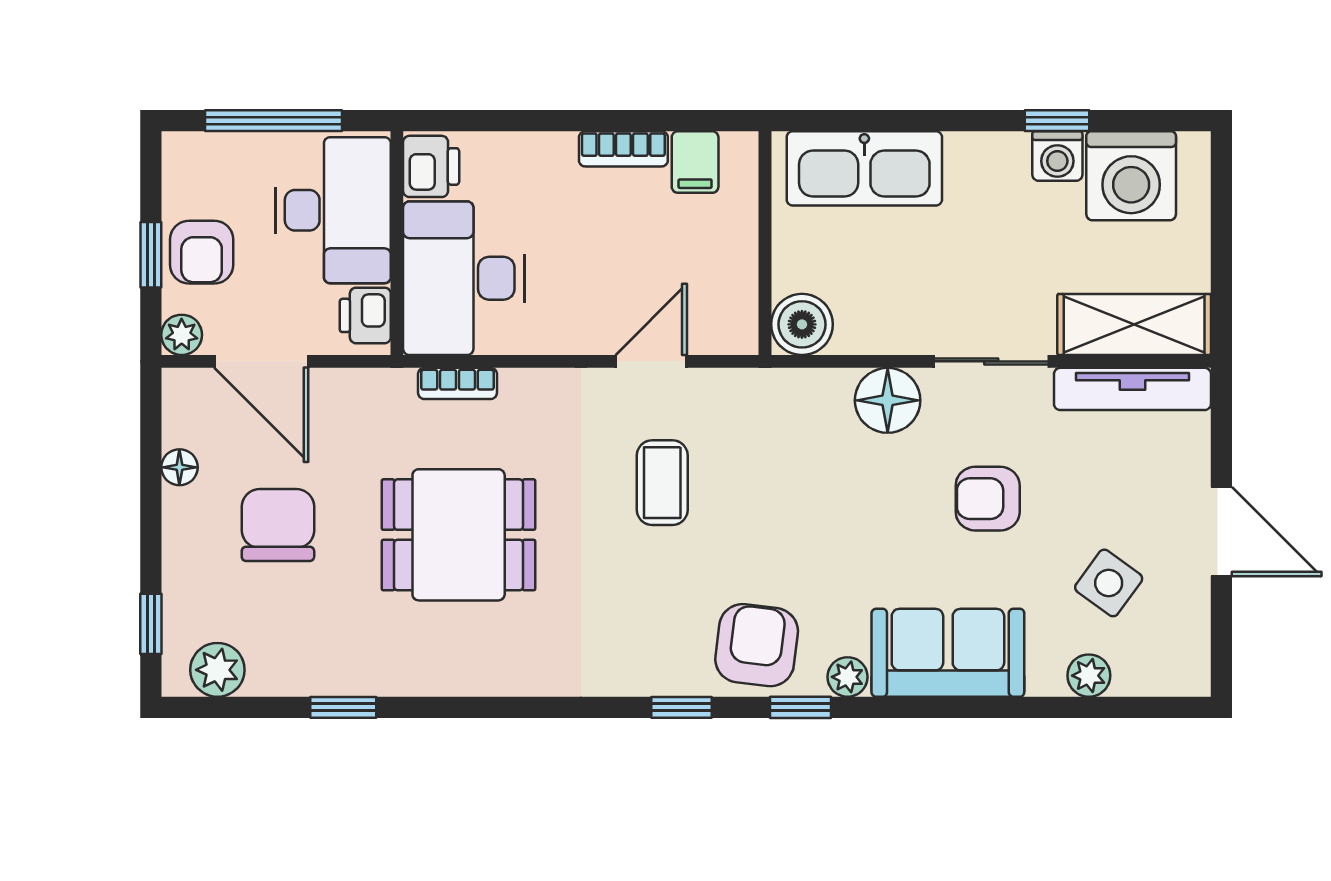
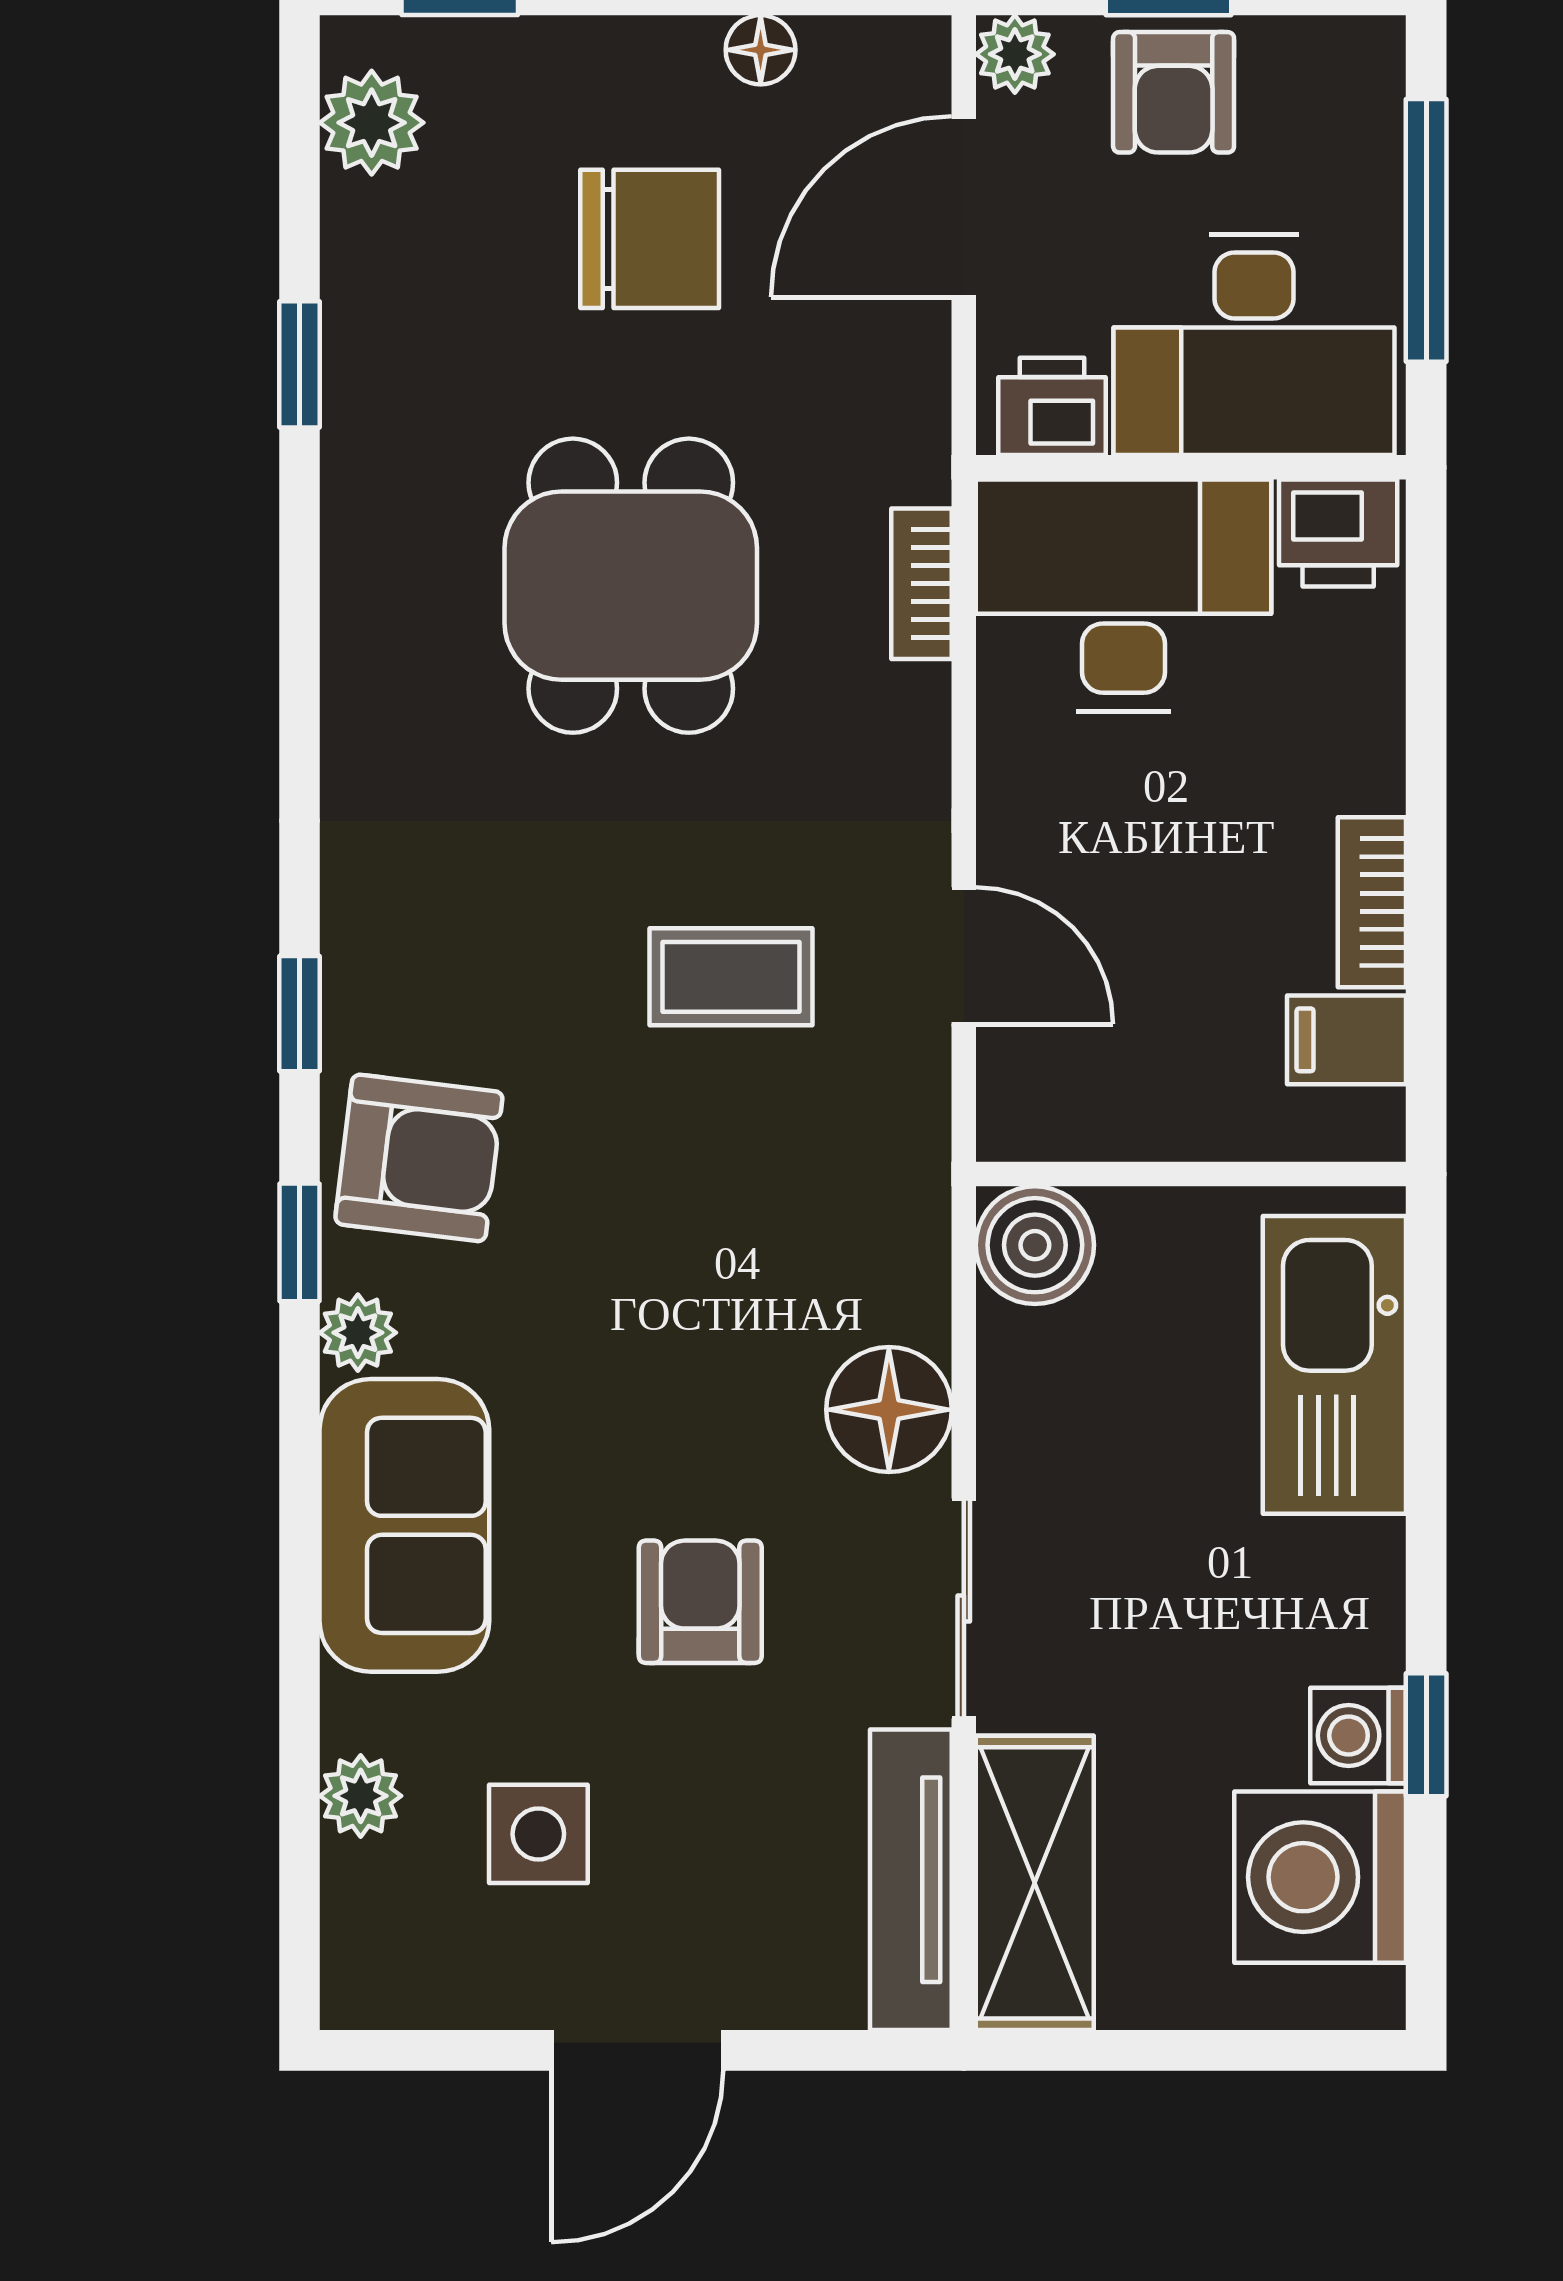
armchair: (202, 252) -> (1174, 92), turned -90
side table: (1109, 583) -> (538, 1834), turned -36

